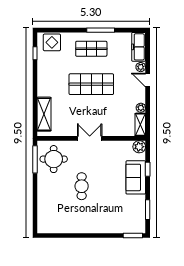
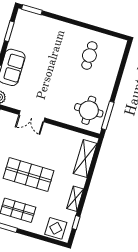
shelving: (42, 75) -> (75, 199), added
double door: (90, 138) -> (32, 116), moved
cafe table: (82, 186) -> (89, 56), moved

